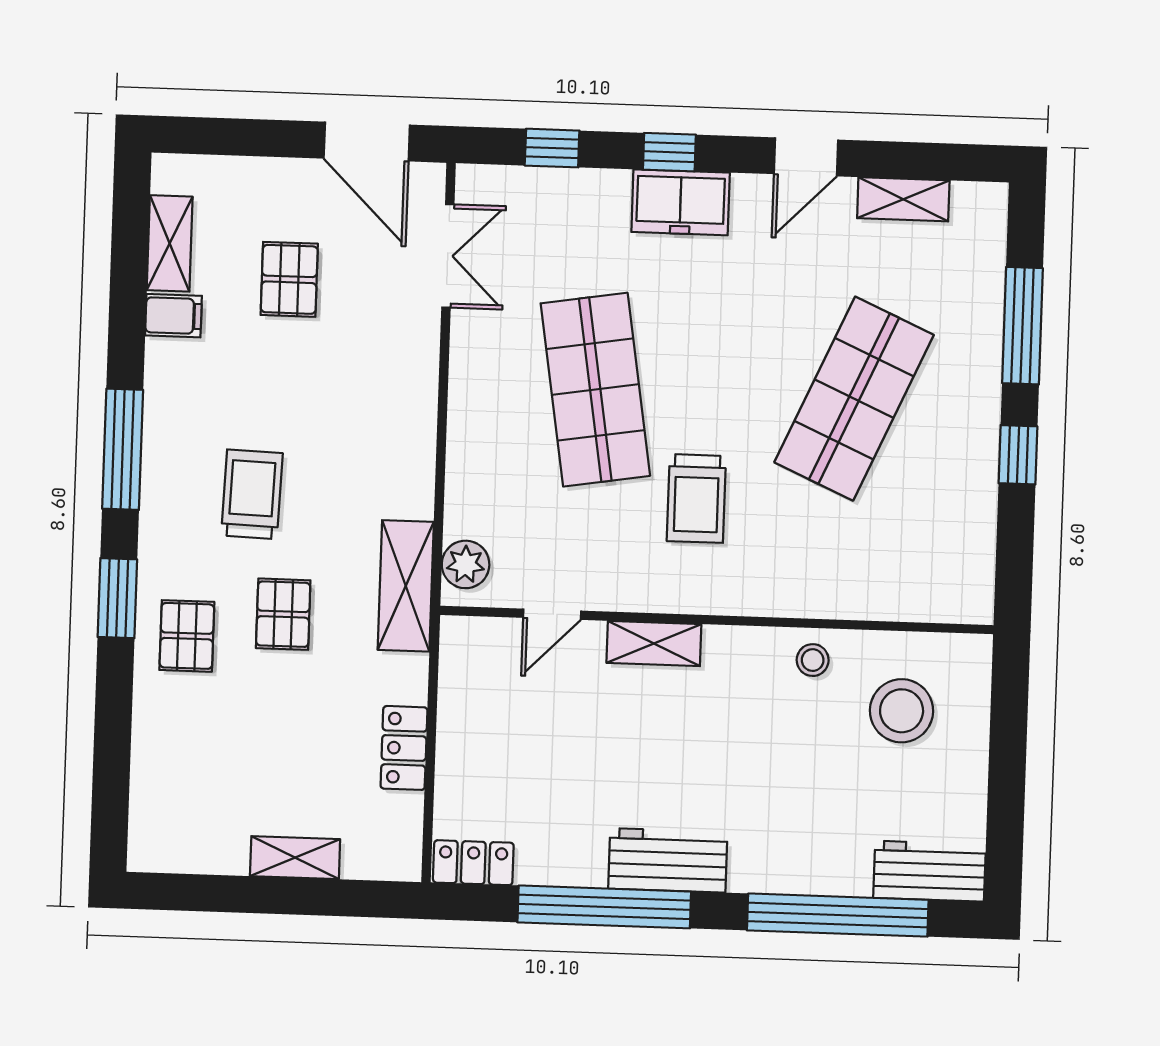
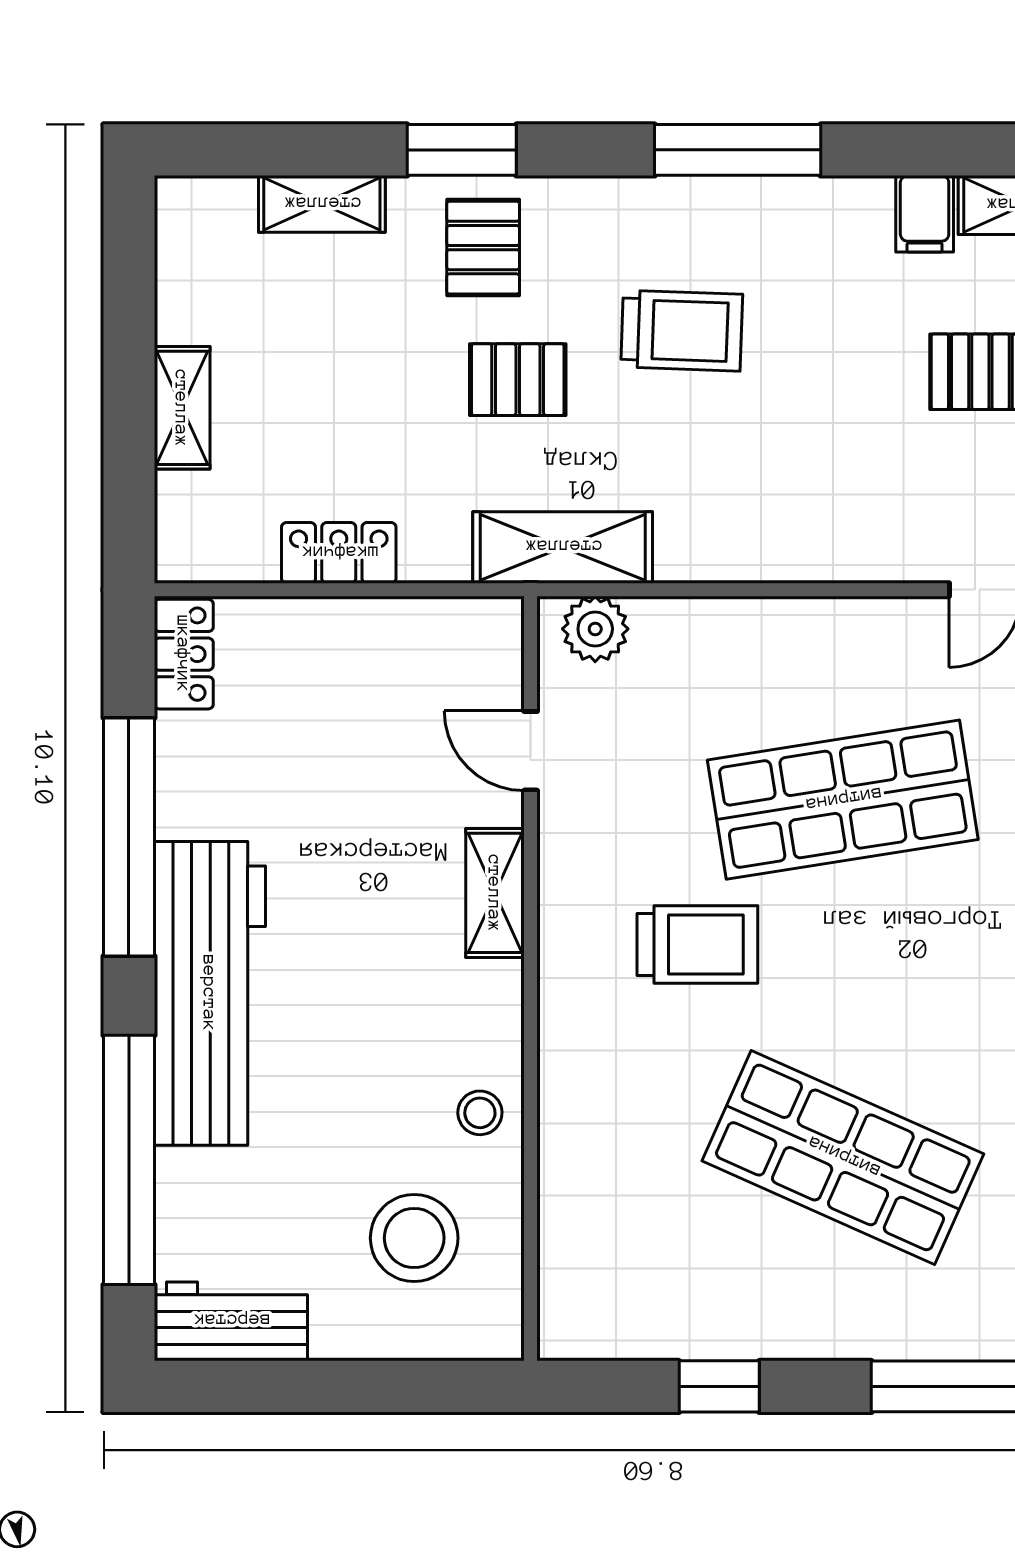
window: (1018, 455) -> (719, 1386), moved
trolley: (696, 498) -> (697, 944), turned 180
window: (117, 598) -> (462, 150), moved
pallet: (187, 636) -> (483, 248), turned 90
shelving: (151, 751) -> (322, 204), added
workbench: (668, 860) -> (210, 993), width x1.88, depth x1.32
workbench: (930, 871) -> (231, 1321), moved, turned -90

